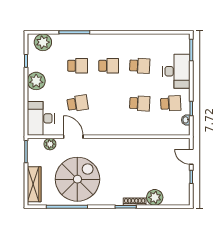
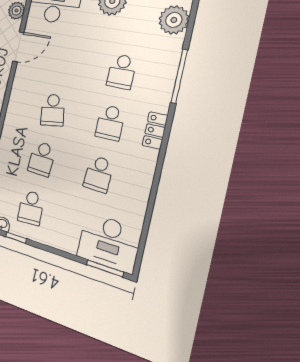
locker: (107, 39) -> (155, 130), added
desk: (176, 71) -> (109, 243), moved
school desk: (78, 103) -> (53, 110), moved

